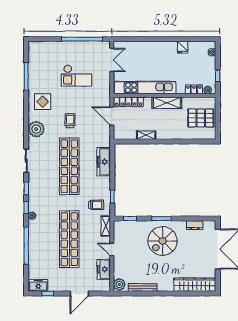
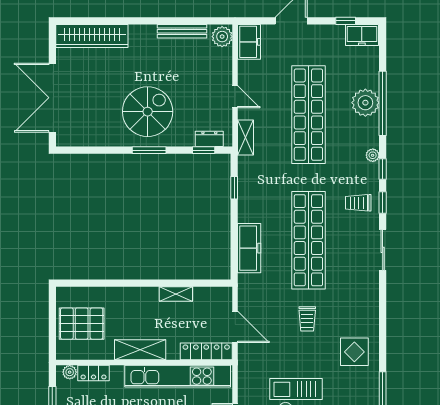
plant: (36, 129) -> (365, 103), moved
trolley: (96, 205) -> (358, 203), moved
dresser: (195, 225) -> (209, 139), moved
freezer: (104, 269) -> (249, 42), moved

